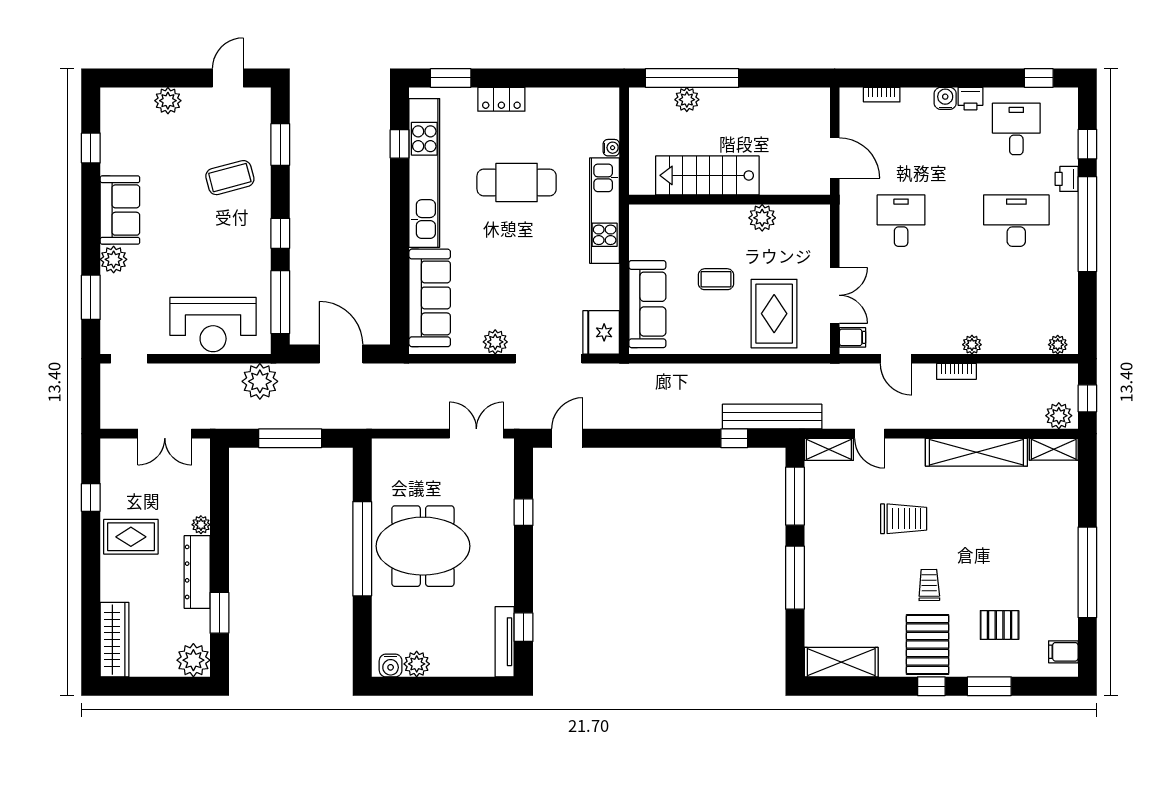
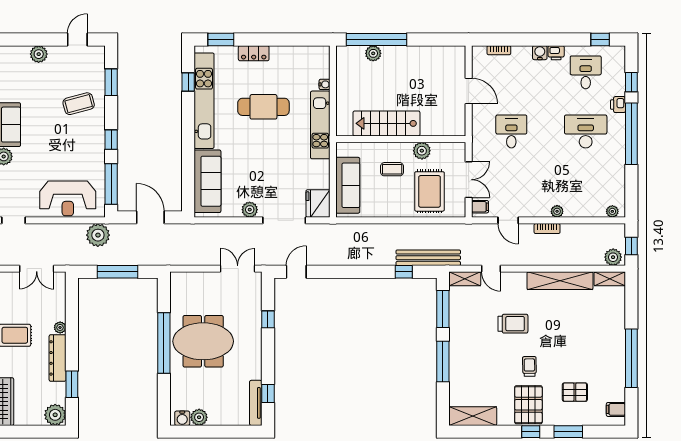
stairs: (707, 175) -> (386, 123), moved
wall: (729, 200) -> (401, 139), moved
plant: (762, 218) -> (422, 151), moved

